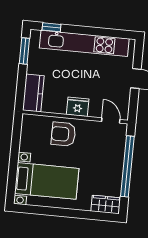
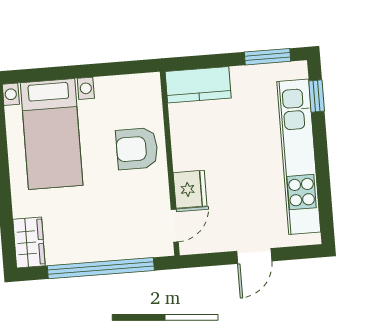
fridge: (78, 107) -> (190, 189), moved
armchair: (63, 134) -> (137, 149), turned -90

